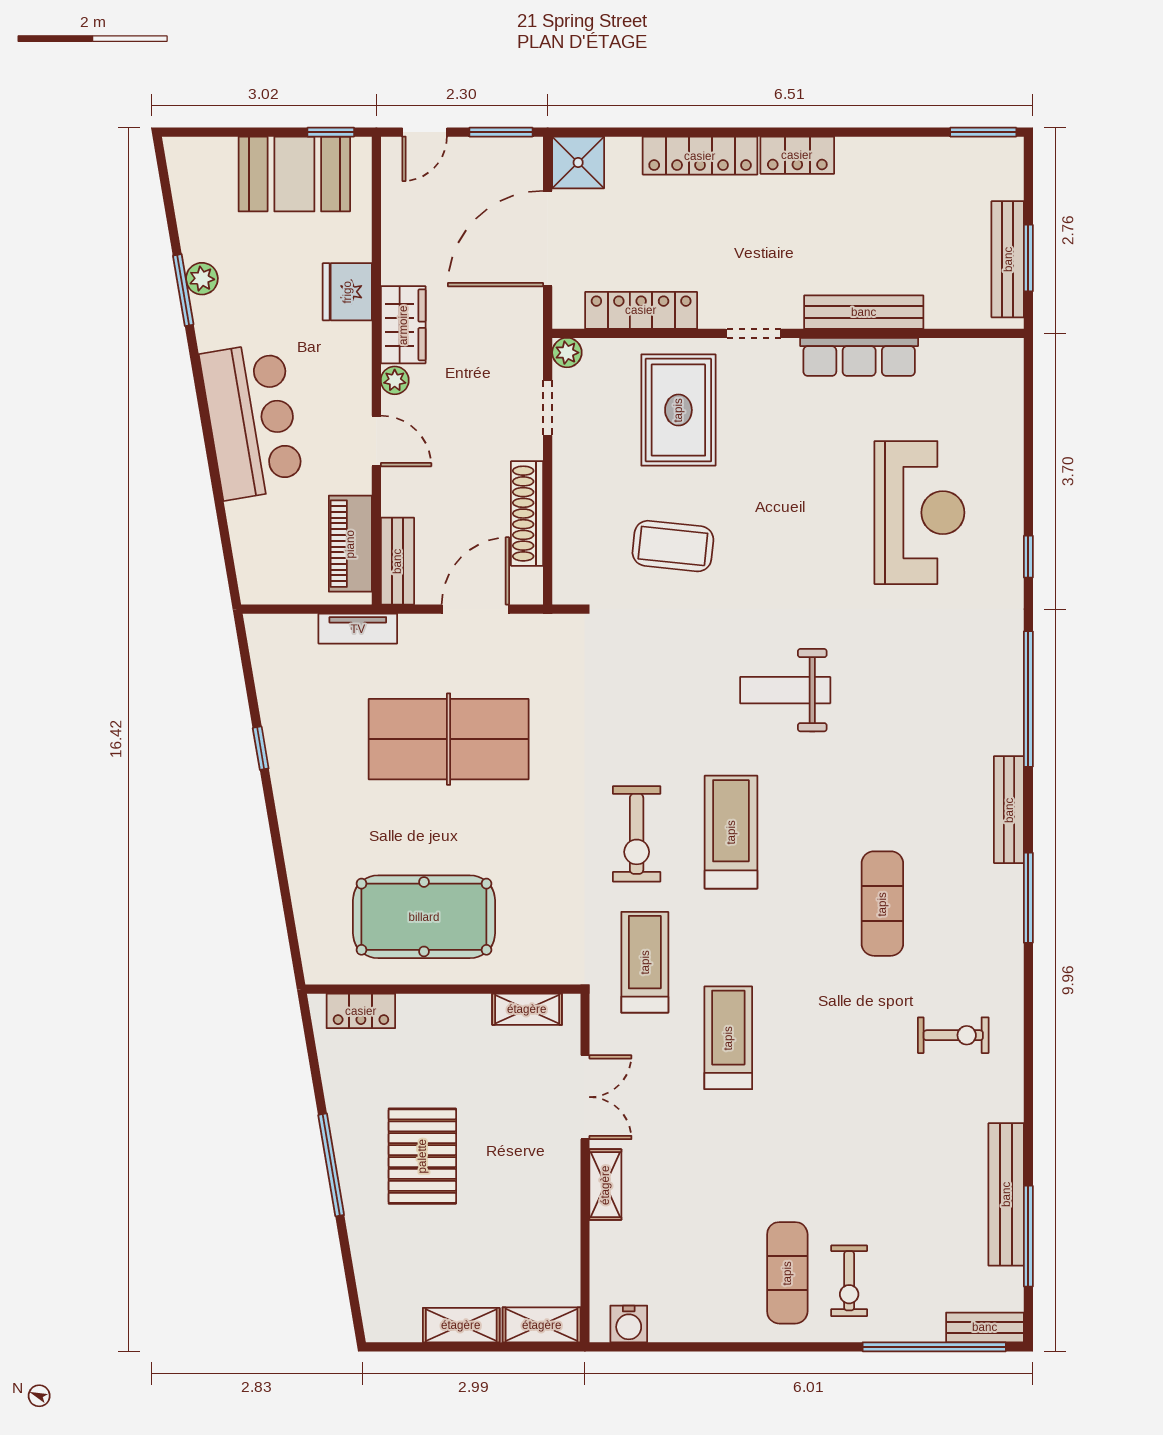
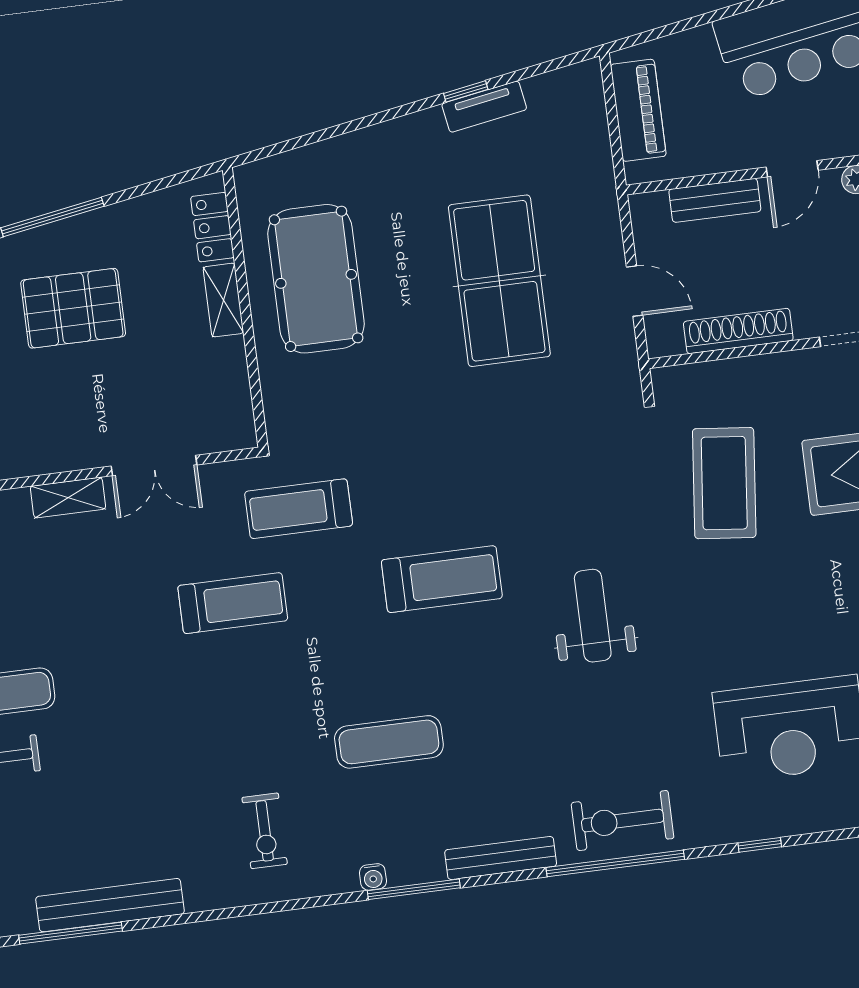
piano: (350, 544) -> (638, 110), moved, turned 90
coffee table: (673, 546) -> (724, 483), width x1.36, depth x1.32
bench: (397, 561) -> (715, 200), moved
door: (475, 609) -> (635, 291), width x0.73
tv unit: (358, 629) -> (484, 107), moved, turned -100
exercise bike: (637, 834) -> (623, 821), moved
water cooler: (1011, 936) -> (373, 877), added
treadmill: (645, 962) -> (299, 509), turned 180
shelving: (527, 1009) -> (223, 300), moved

